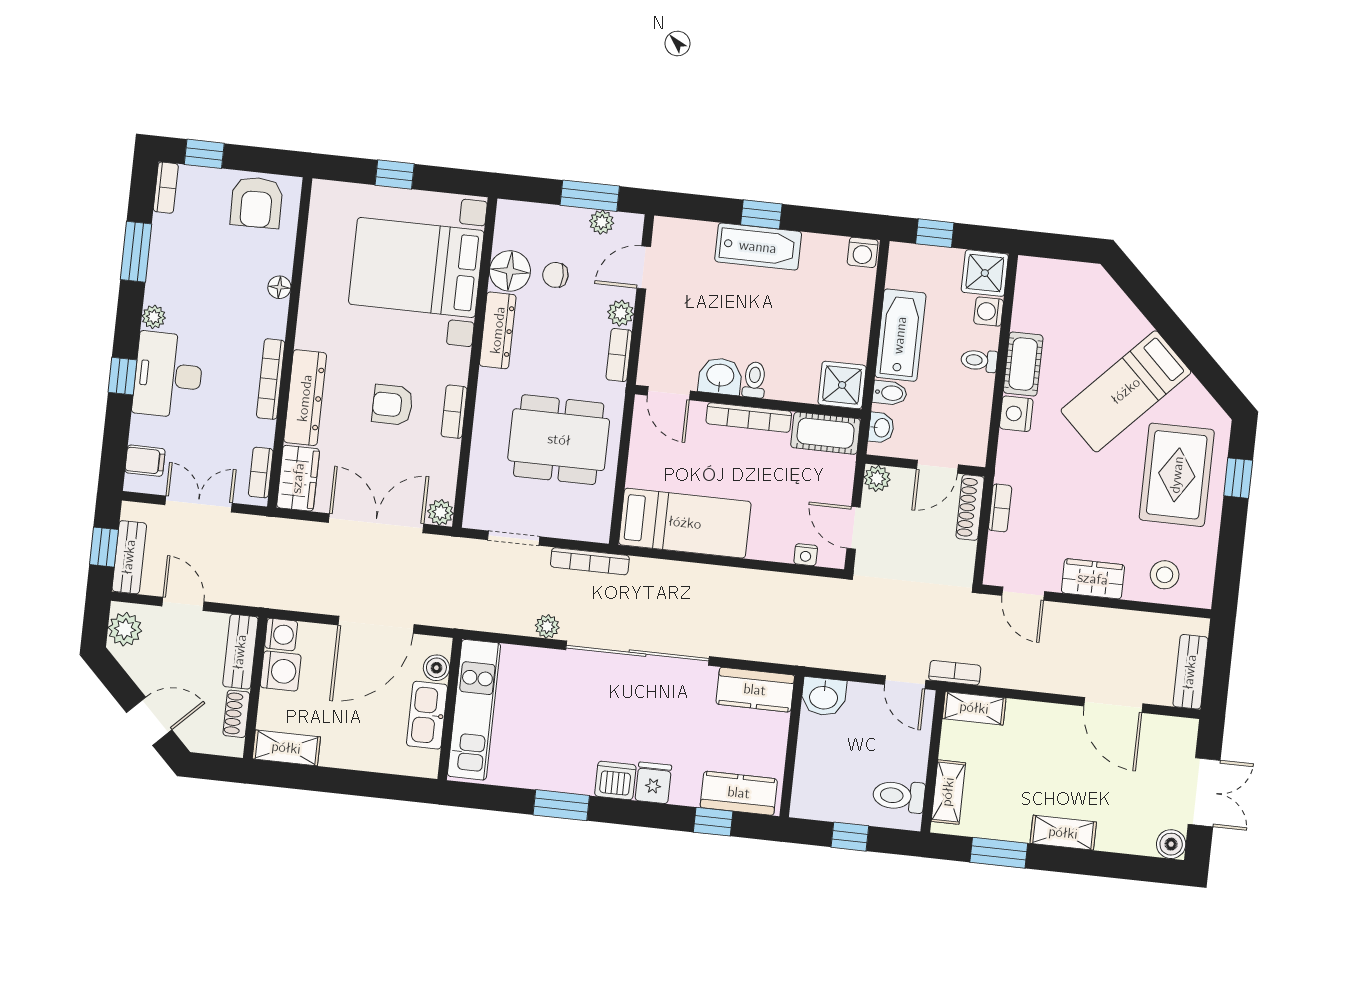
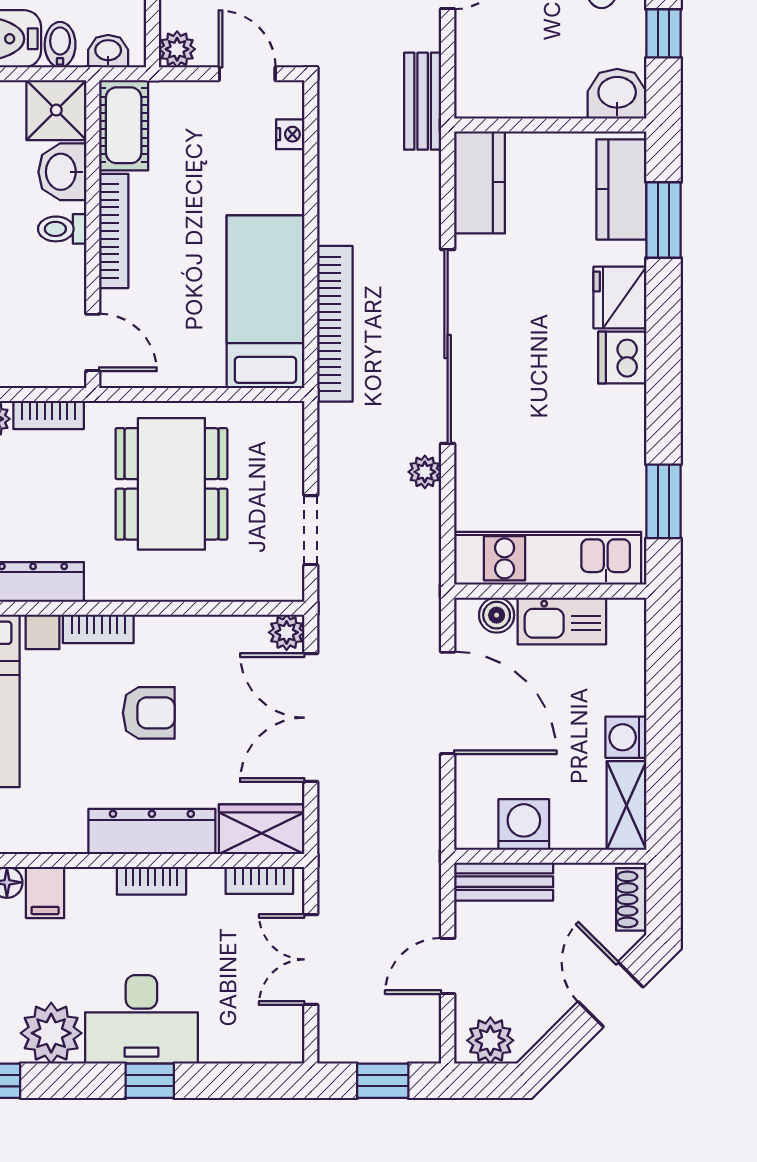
plant: (154, 317) -> (51, 1033), width x1.88, depth x1.88
washbasin: (720, 376) -> (62, 172), moved
bookcase: (271, 379) -> (151, 881), width x0.64
door: (669, 393) -> (93, 342), hinge flipped
armchair: (392, 405) -> (149, 713), turned -90
bookcase: (454, 412) -> (98, 629), moved
filing cabinet: (145, 461) -> (45, 893), moved, turned 180
door: (854, 528) -> (247, 74), swing flipped
bench: (129, 557) -> (423, 101), moved, turned 90
bookcase: (590, 561) -> (335, 324), moved, width x1.48, depth x1.31
washing machine: (281, 634) -> (626, 737), moved, turned -90
washbasin: (824, 697) -> (617, 94), moved, turned -90
shoe rack: (236, 714) -> (631, 899), moved, turned 90
fridge: (653, 783) -> (620, 298), width x1.38
window: (561, 805) -> (664, 501), moved
window: (713, 822) -> (664, 220), width x1.50

